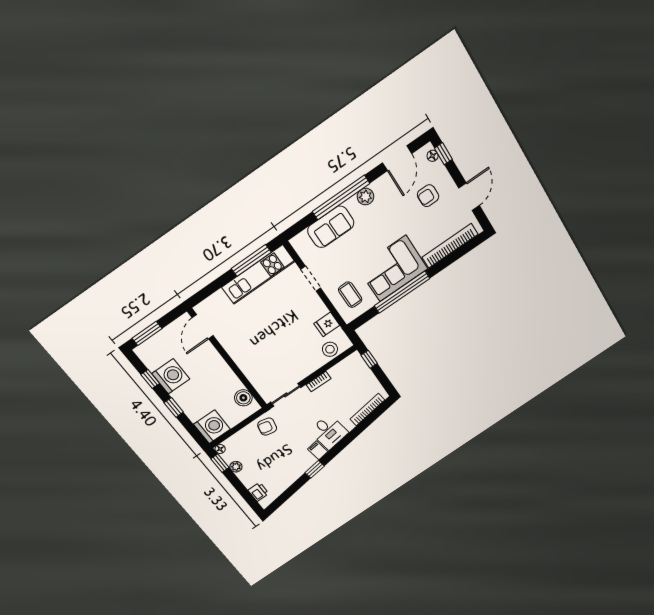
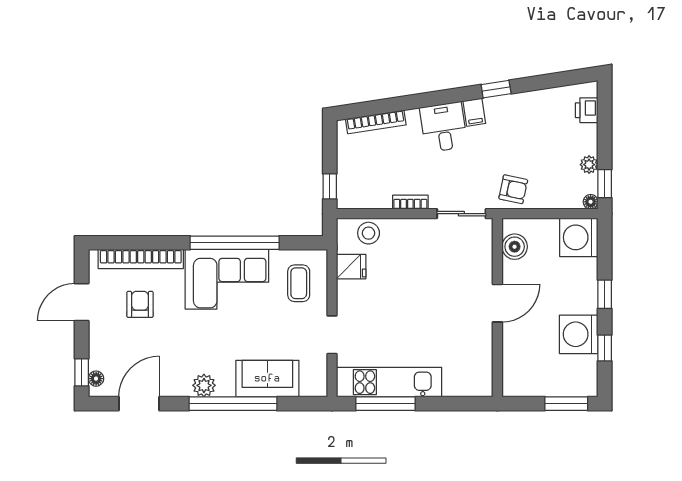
armchair: (428, 196) -> (140, 304), moved, turned -90
door: (203, 327) -> (497, 303), moved

